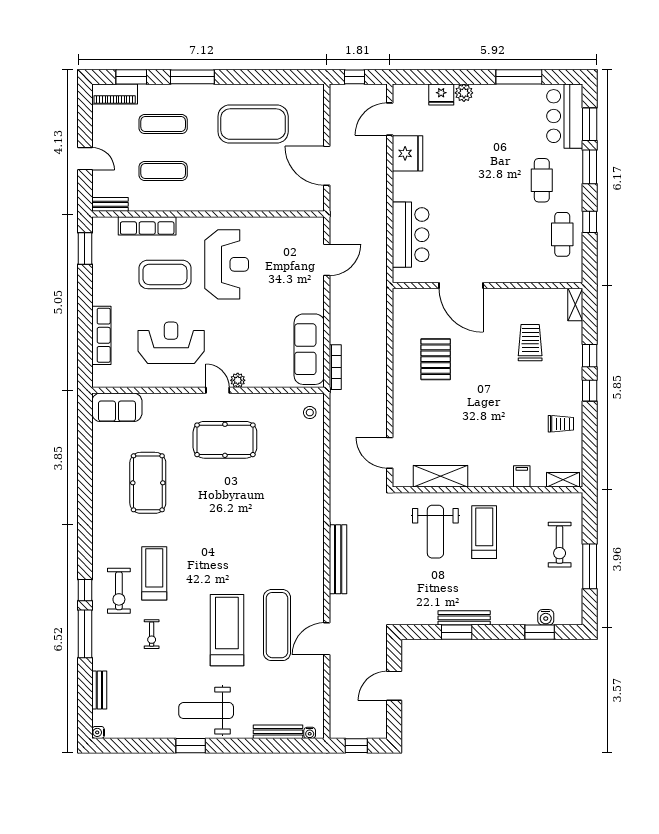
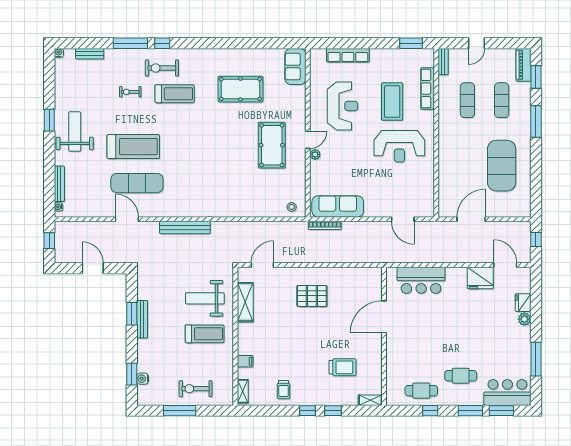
pallet: (436, 359) -> (312, 296), moved

